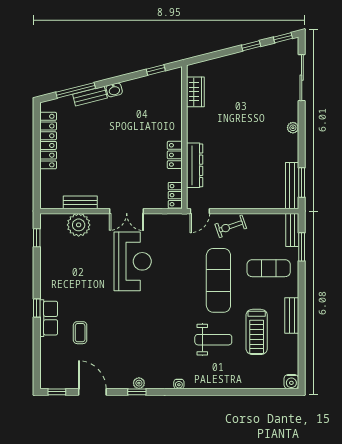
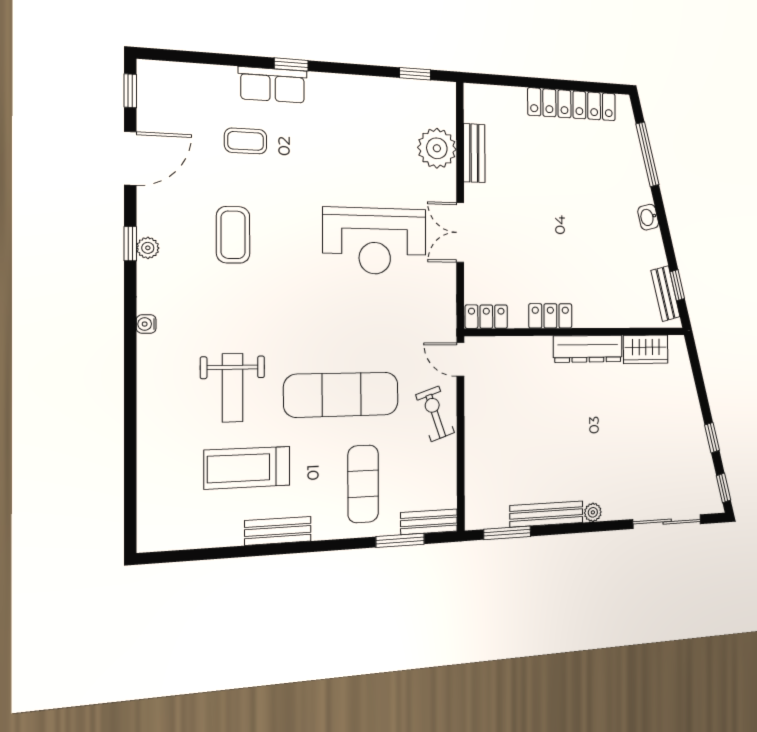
bench: (90, 96) -> (665, 294), moved
dresser: (195, 165) -> (588, 349), moved
bench: (292, 186) -> (547, 514), moved
coffee table: (131, 339) -> (233, 235), added
water cooler: (291, 382) -> (151, 538), removed

